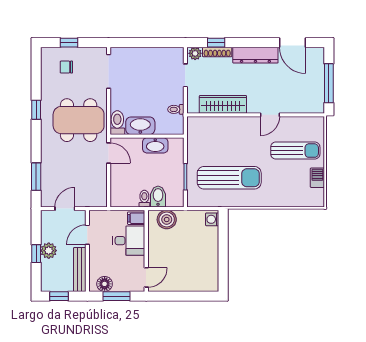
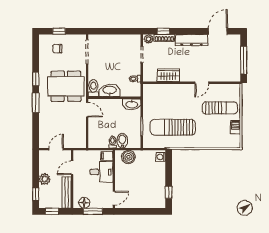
door: (293, 43) -> (218, 31), swing flipped
wardrobe: (223, 104) -> (168, 75), width x0.67
washbasin: (155, 145) -> (132, 104), moved
window: (36, 177) -> (36, 103), moved
sun lounger: (229, 178) -> (173, 127), turned 180
window: (36, 254) -> (36, 194), moved
window: (223, 269) -> (169, 192), added

